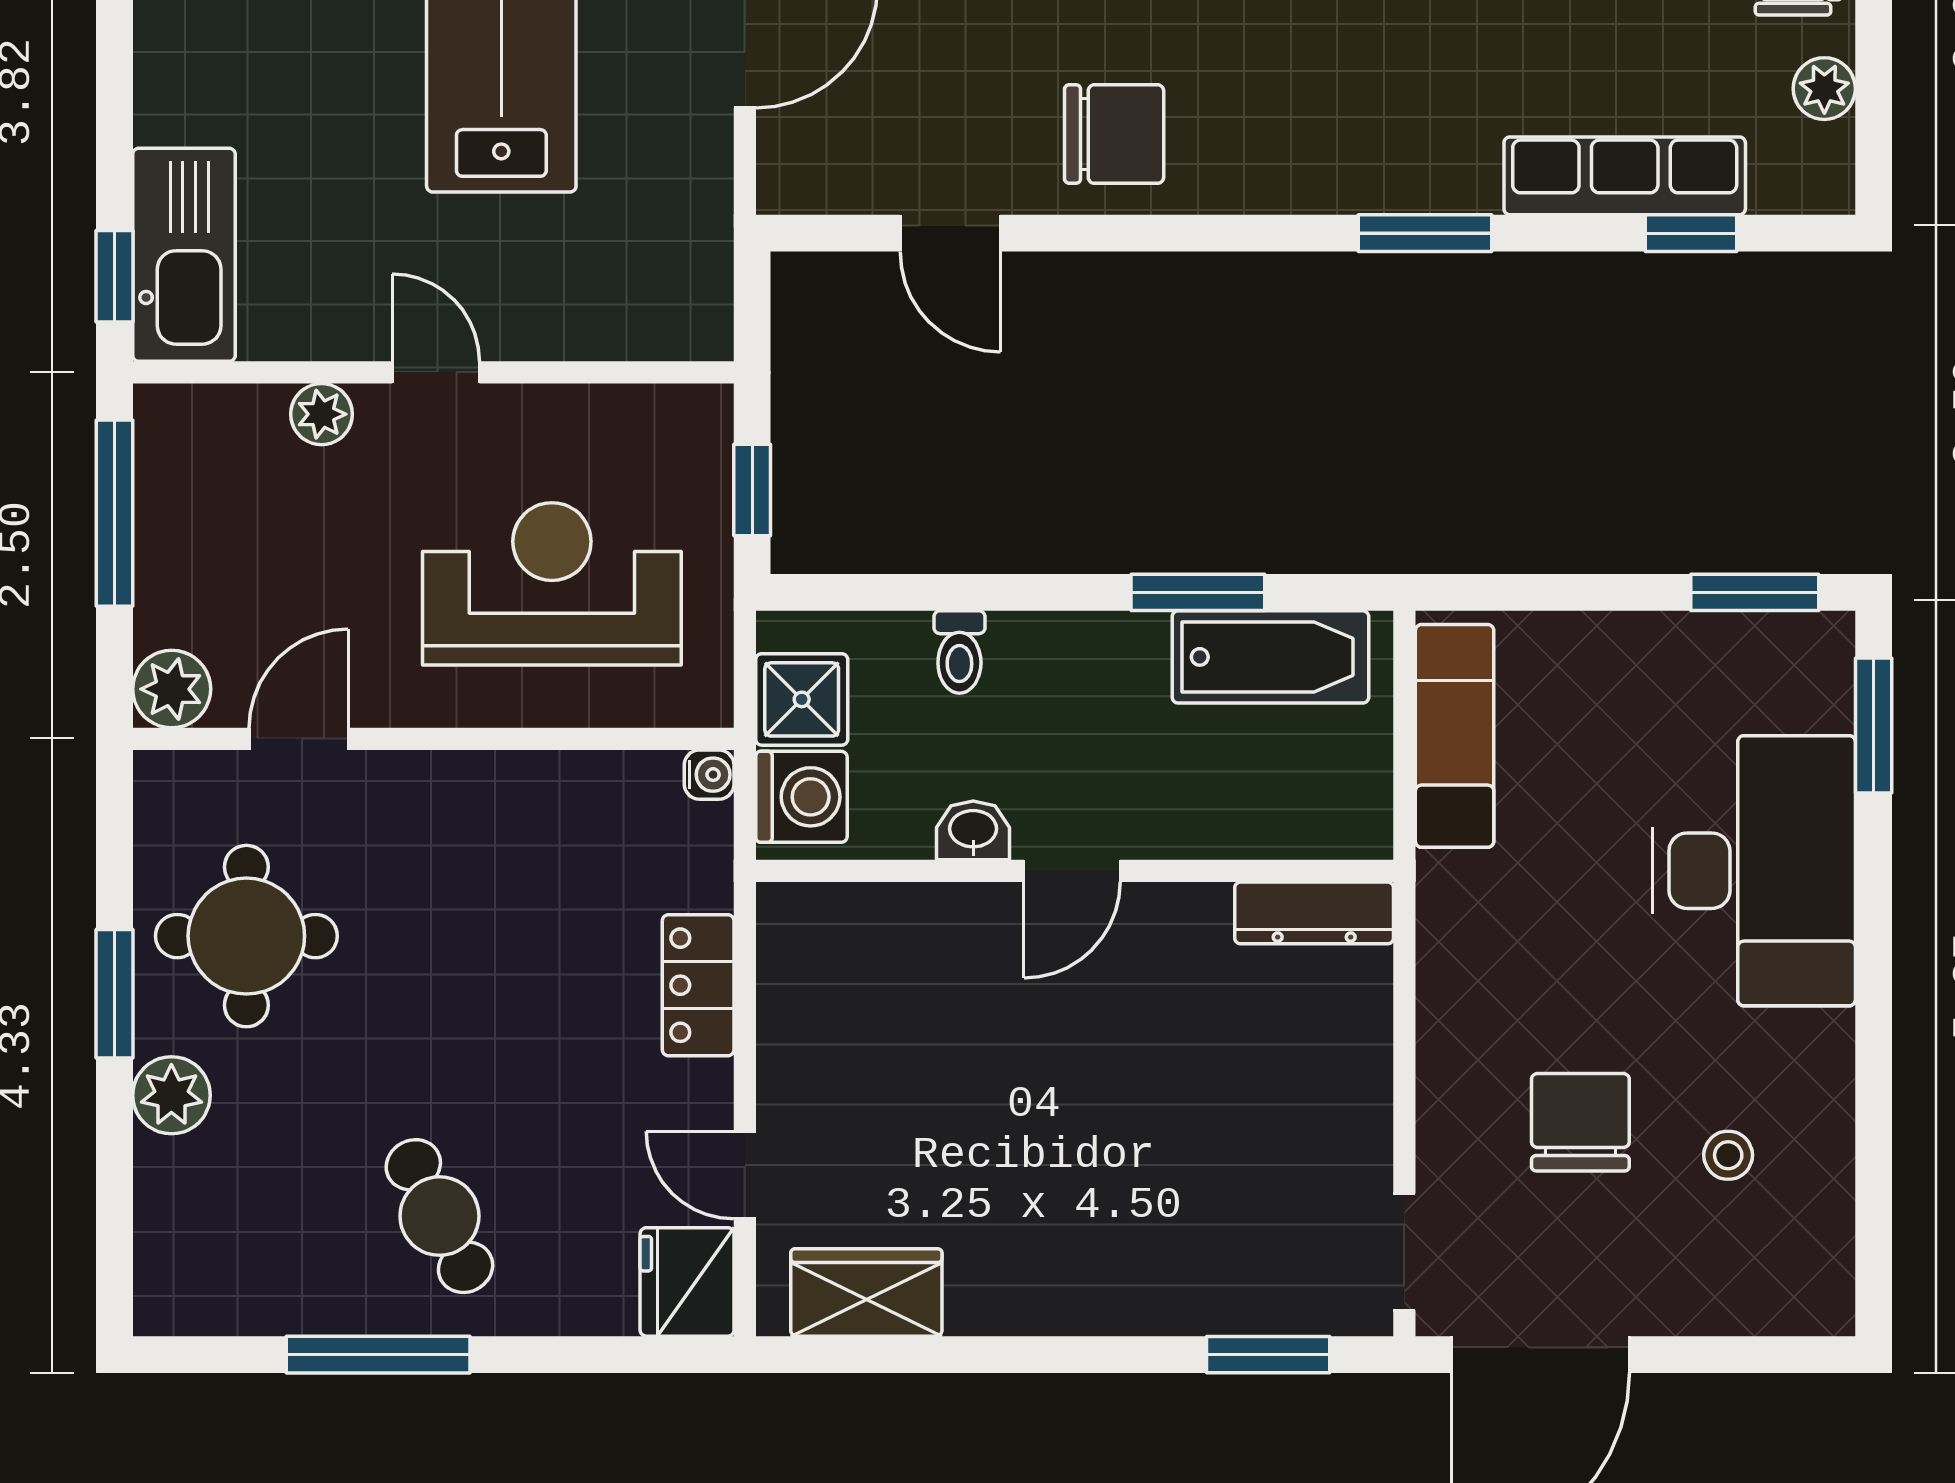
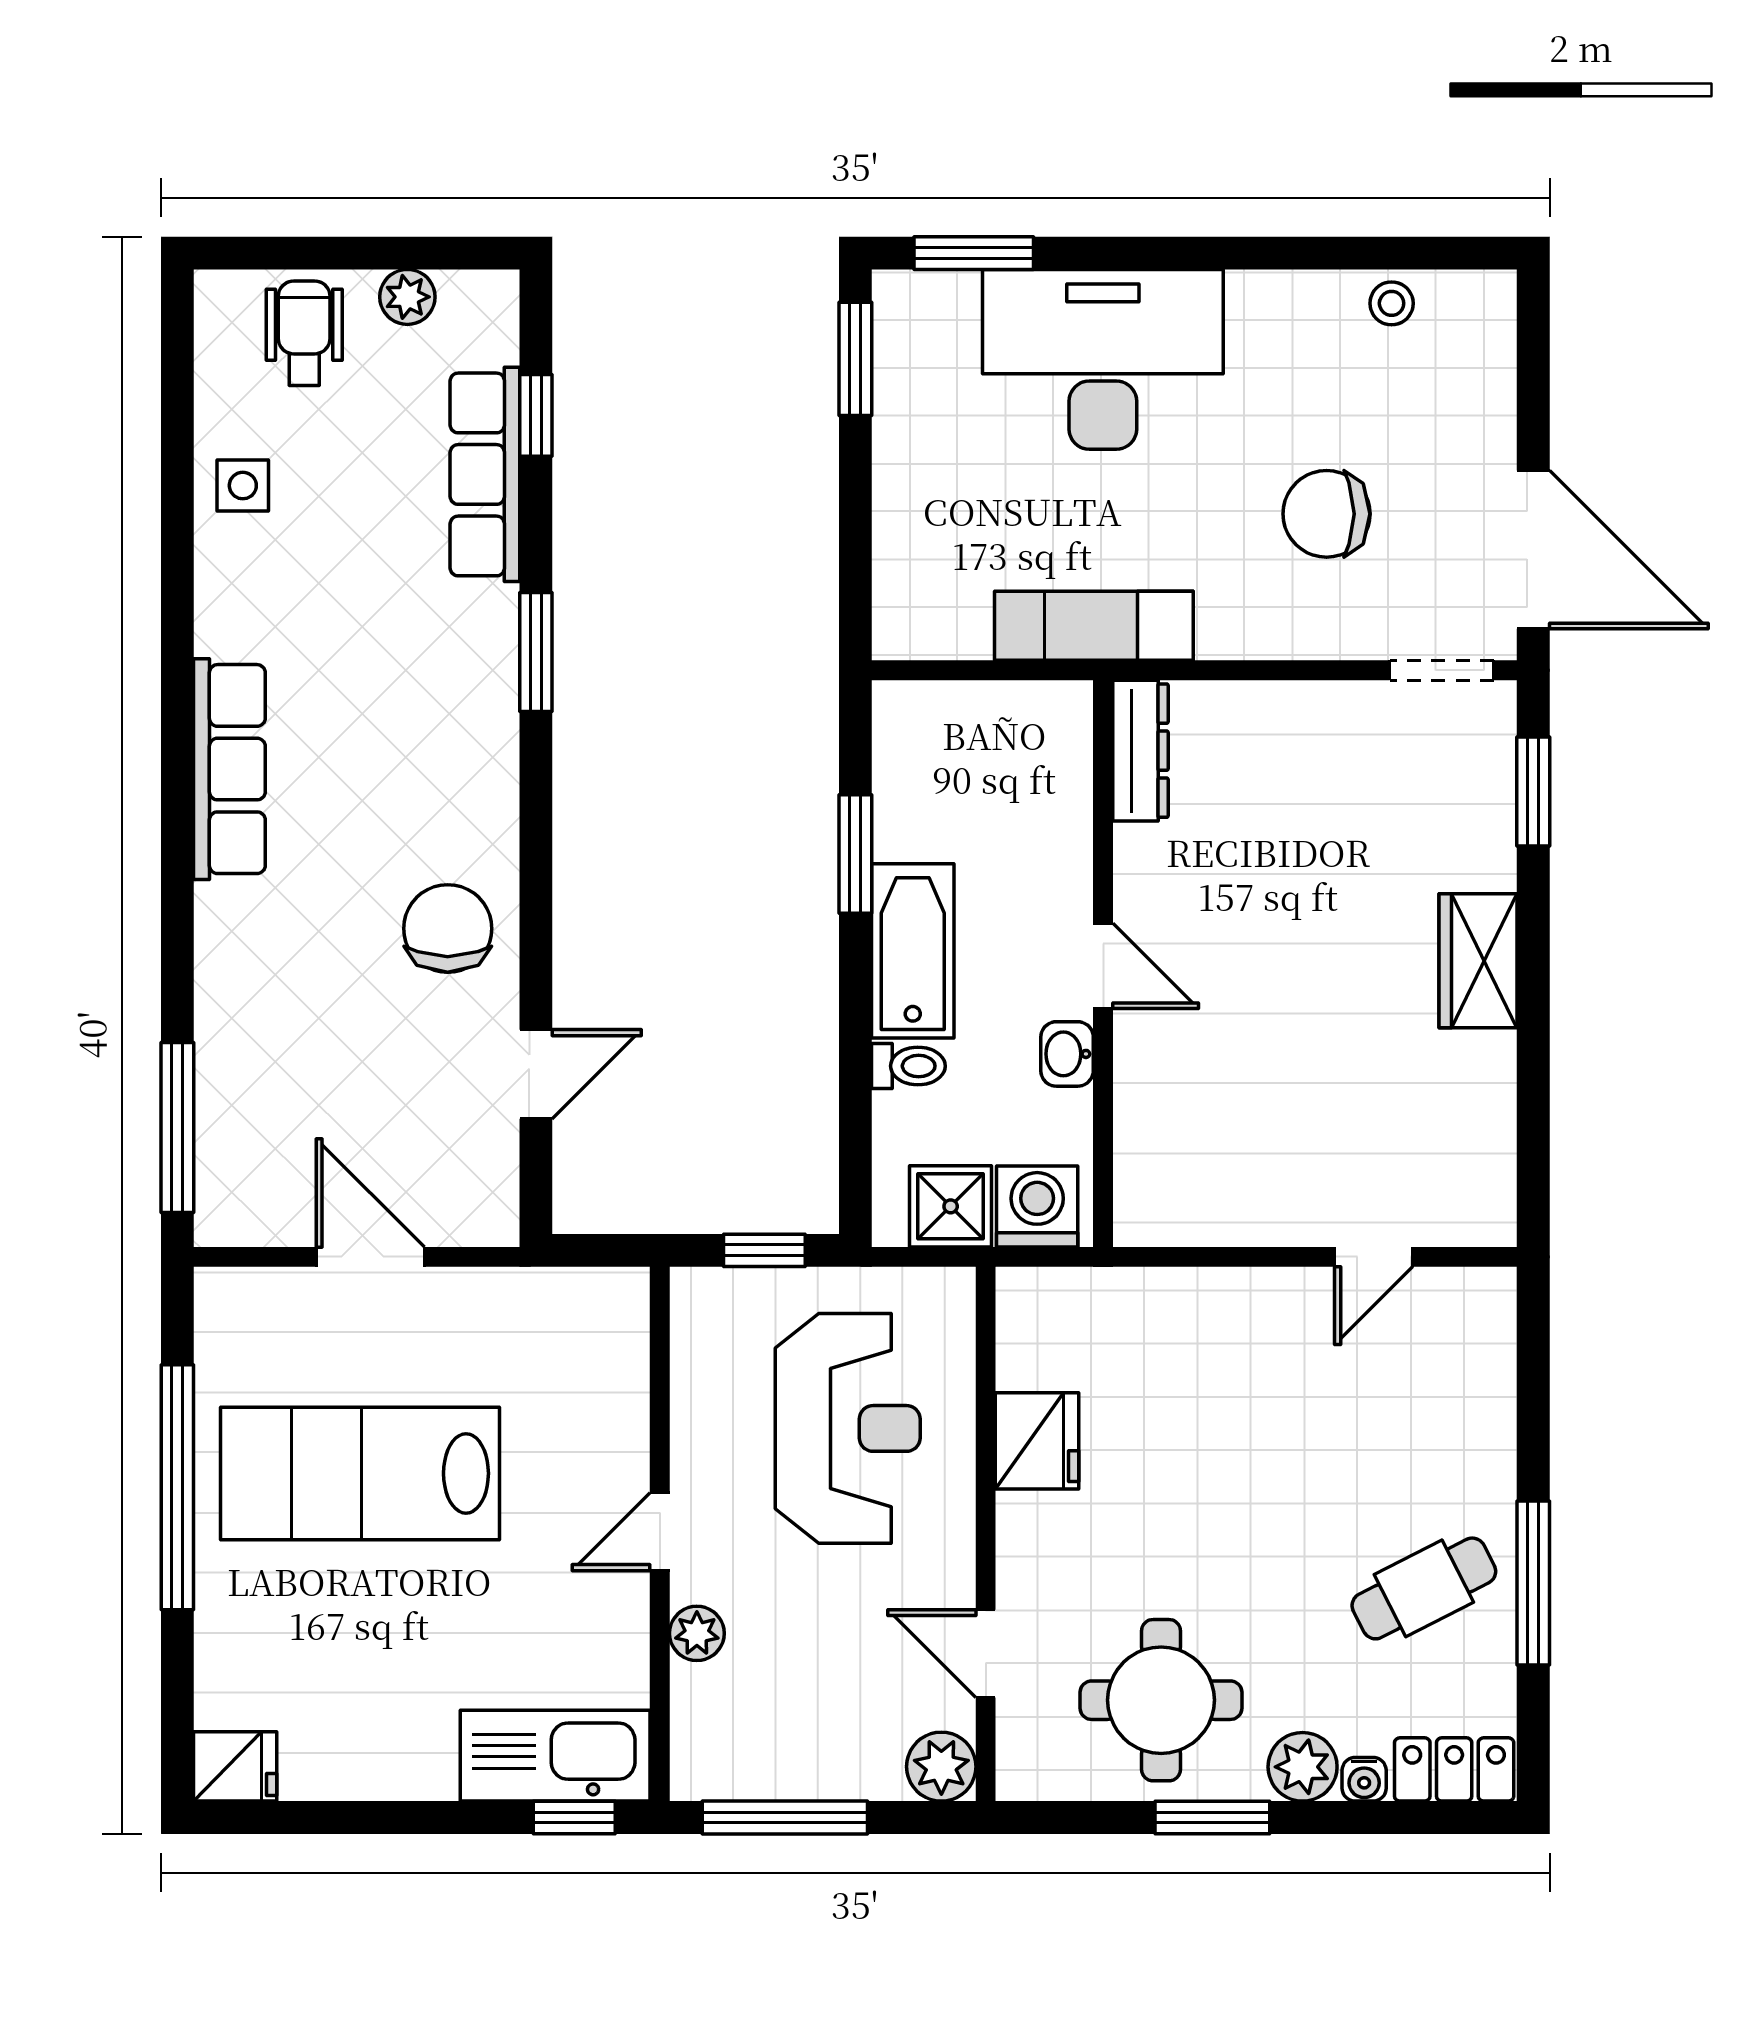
reception desk: (552, 584) -> (848, 1428), turned 180
bathtub: (1270, 657) -> (913, 951), moved
exam couch: (1455, 736) -> (1094, 626), moved
water cooler: (709, 775) -> (1364, 1779), moved, turned 180
locker: (698, 985) -> (1454, 1769), moved, turned 180
stool: (1728, 1155) -> (1392, 303), moved
cafe table: (439, 1216) -> (1424, 1588), moved
fridge: (687, 1282) -> (1037, 1441), moved, turned -90
wardrobe: (866, 1292) -> (1478, 961), moved

